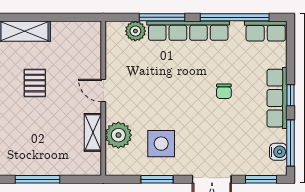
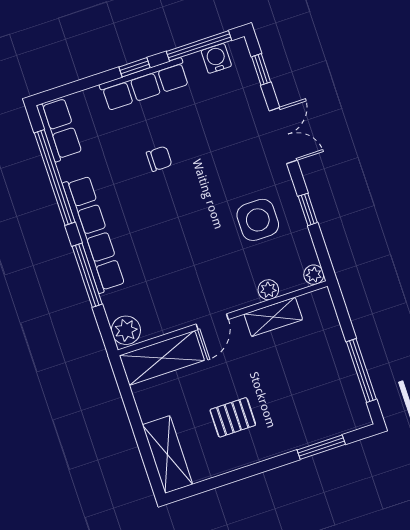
plant: (135, 31) -> (126, 330), moved
shelving: (90, 49) -> (162, 358), added
plant: (118, 135) -> (268, 290), width x0.53, depth x0.53
plant: (112, 169) -> (314, 275), added
window: (157, 179) -> (308, 209), width x0.67
window: (261, 179) -> (261, 69), width x0.67

